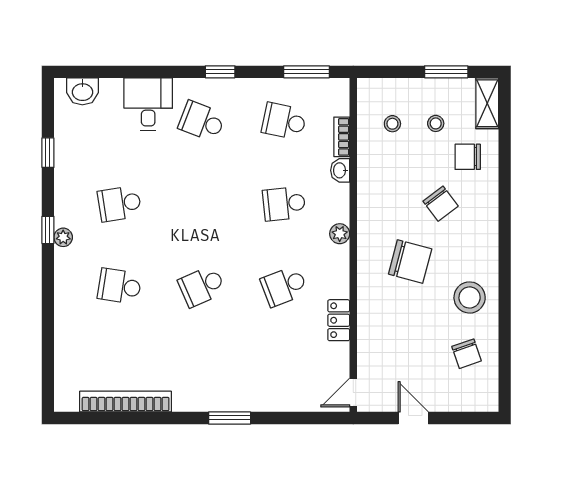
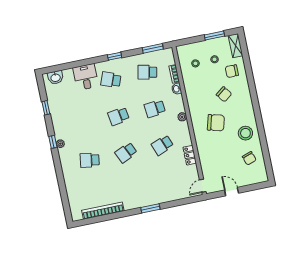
school desk: (120, 204) -> (119, 116), moved

